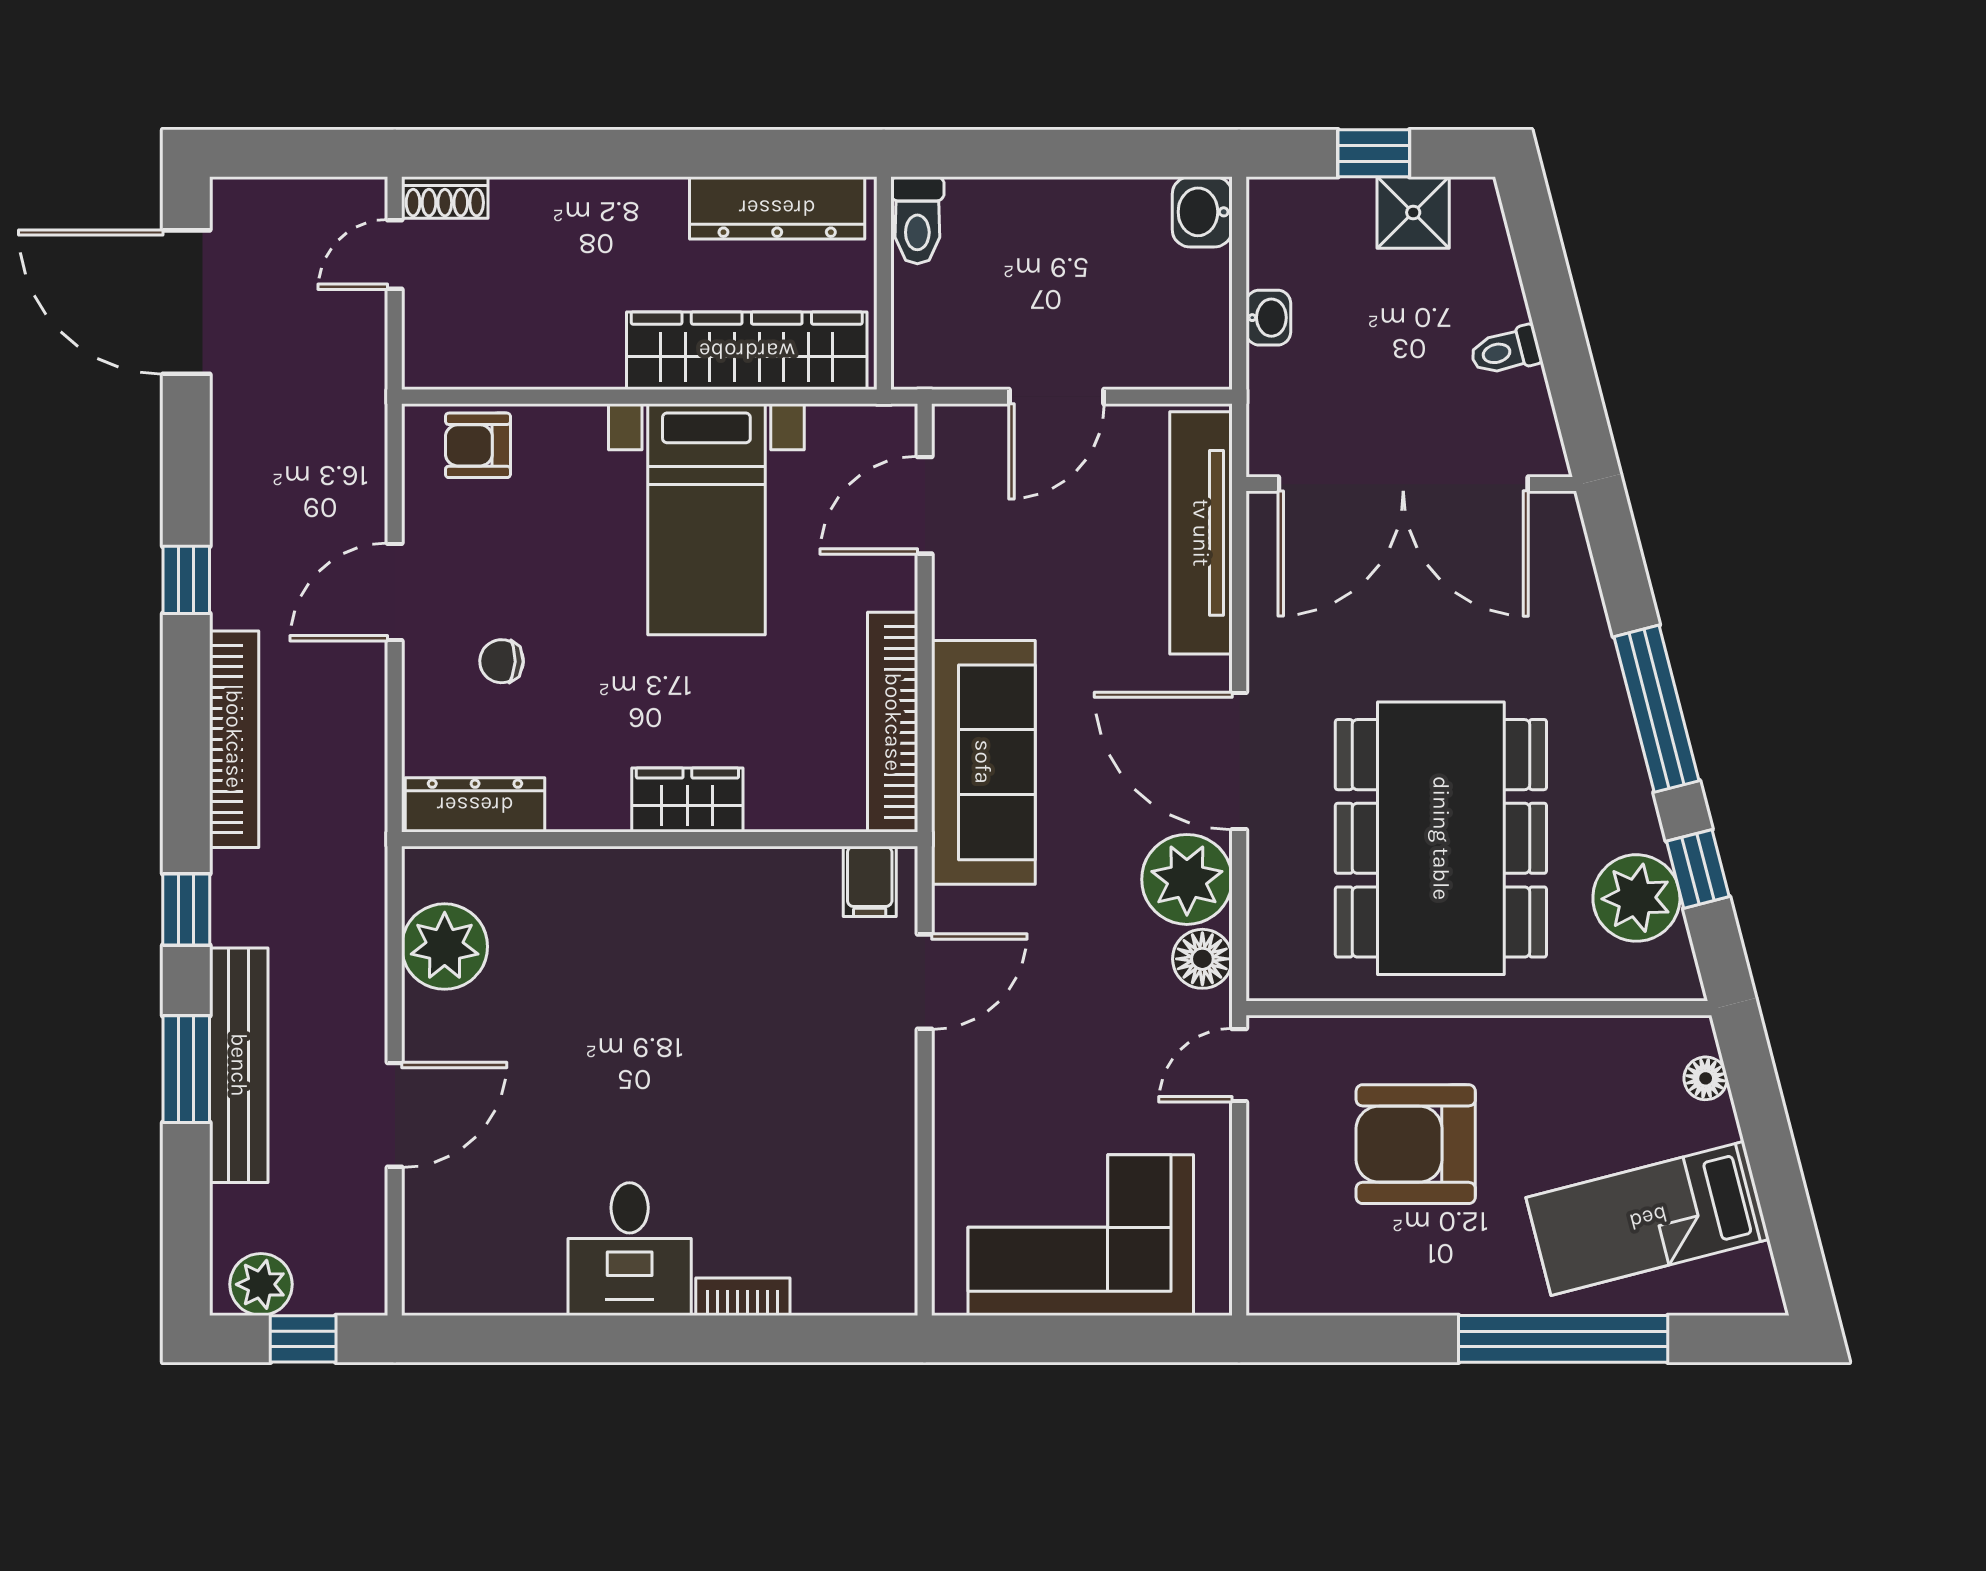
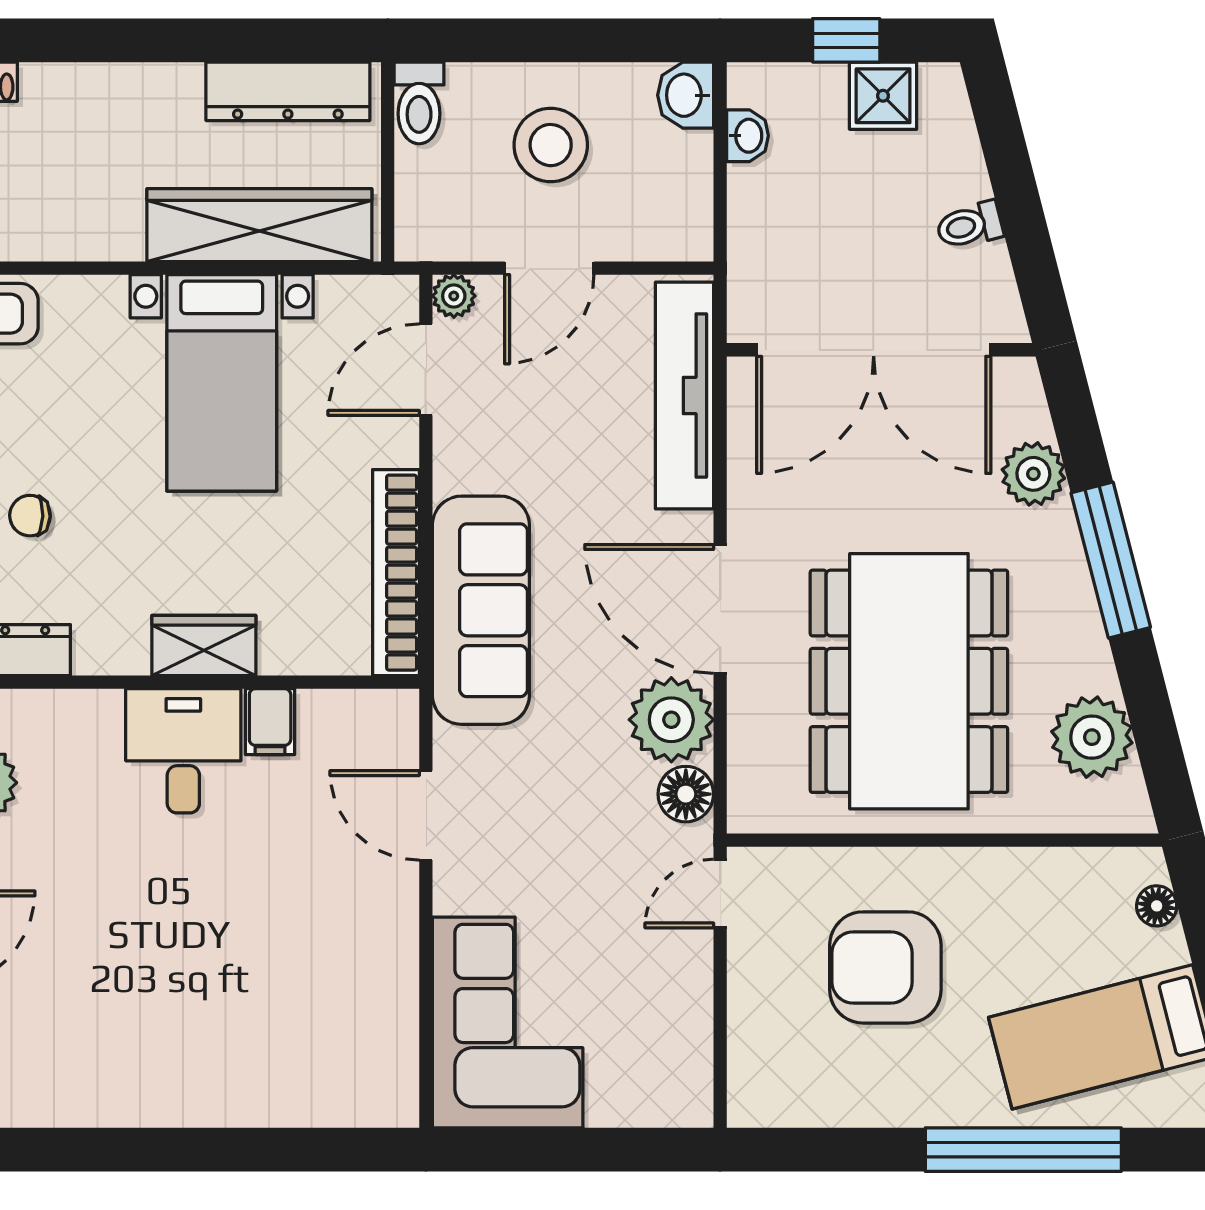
stool: (1058, 265) -> (551, 145), added
washbasin: (1268, 318) -> (747, 136), moved
plant: (954, 427) -> (454, 296), added
plant: (1574, 617) -> (1033, 474), added
window: (1698, 869) -> (1149, 710), removed
filing cabinet: (870, 881) -> (270, 722), moved
door: (925, 982) -> (426, 815), swing flipped
corner sofa: (1081, 1235) -> (508, 1022), moved, turned 90
desk: (630, 1249) -> (183, 751), moved, turned 180
bookcase: (743, 1297) -> (256, 1110), removed

